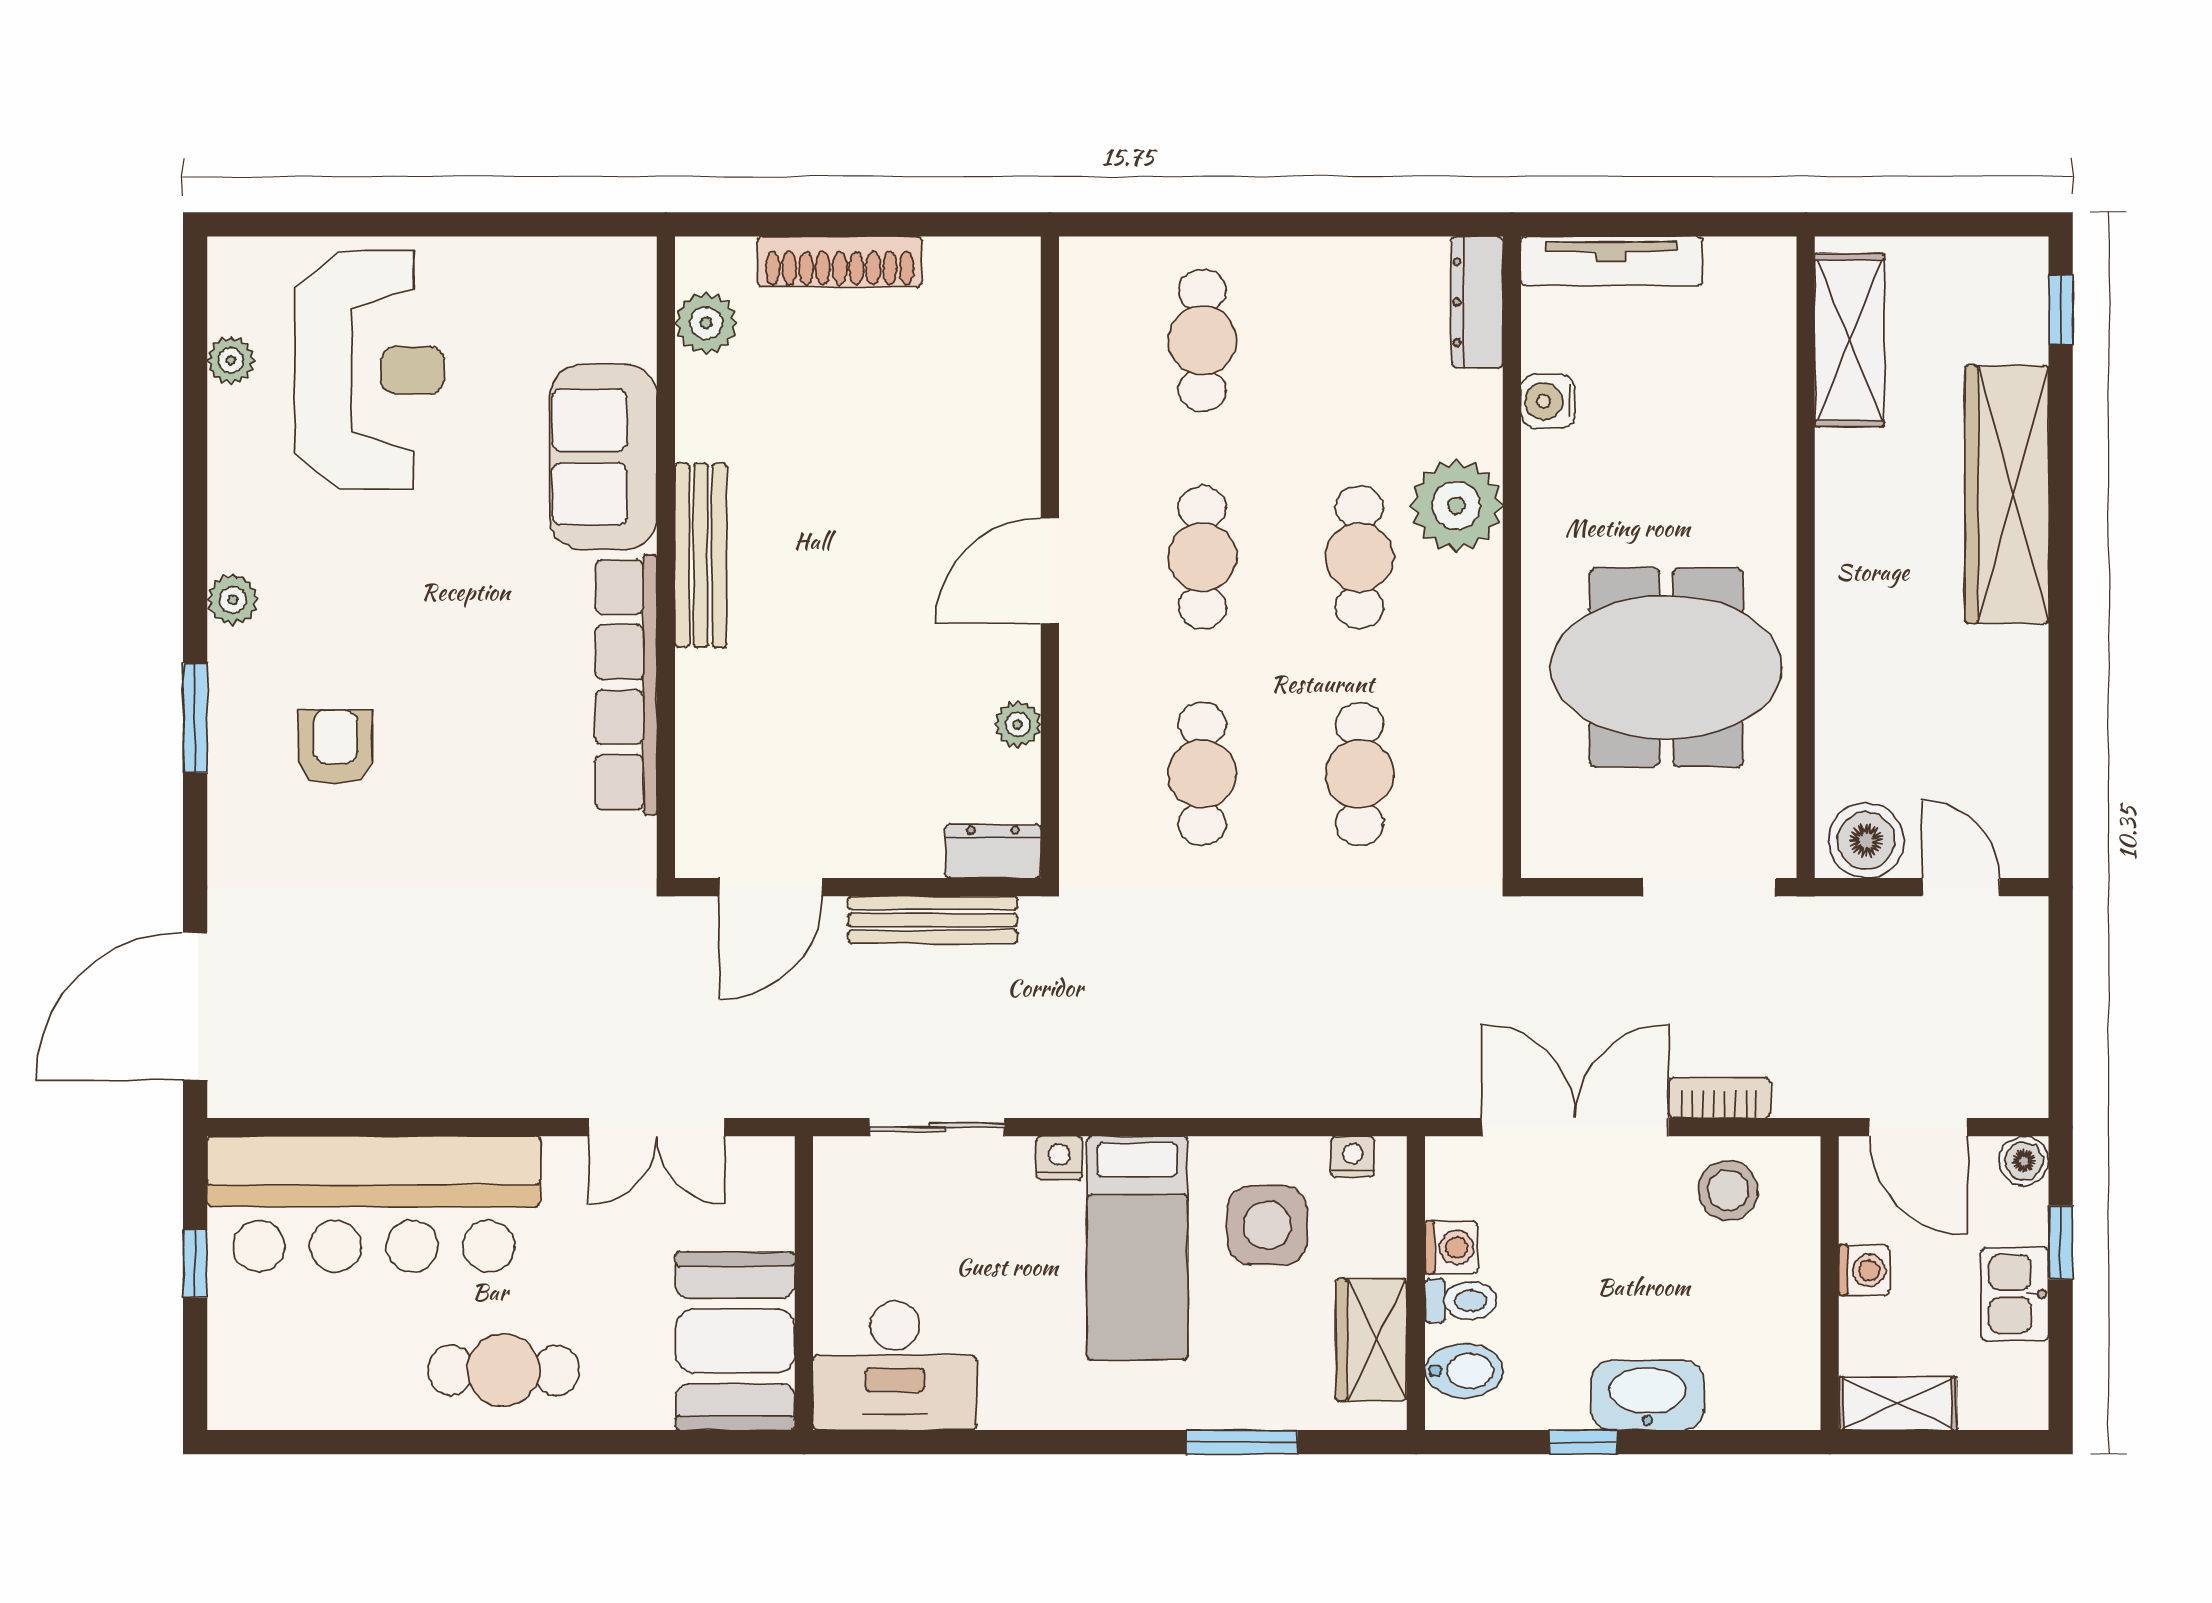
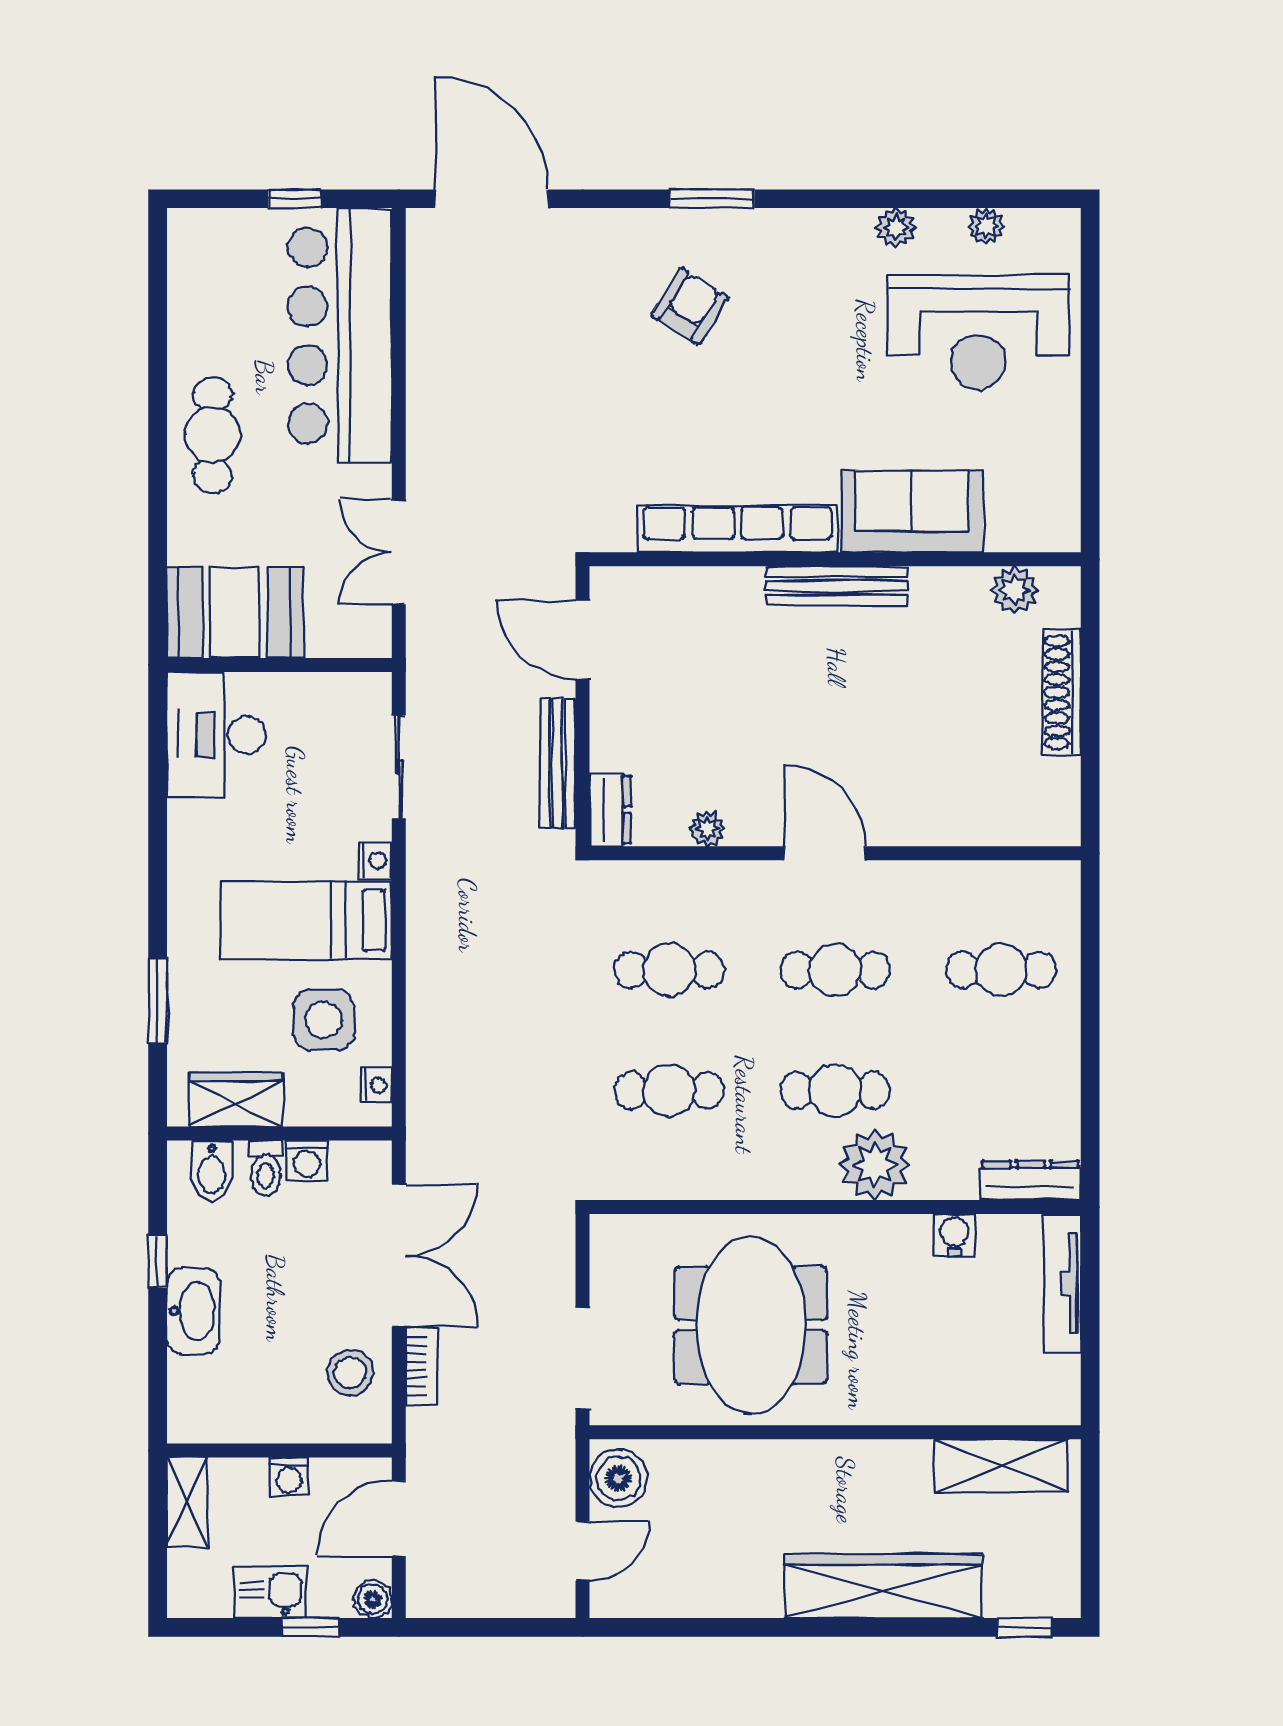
plant: (233, 600) -> (896, 228), moved
armchair: (335, 747) -> (690, 306), turned -58

